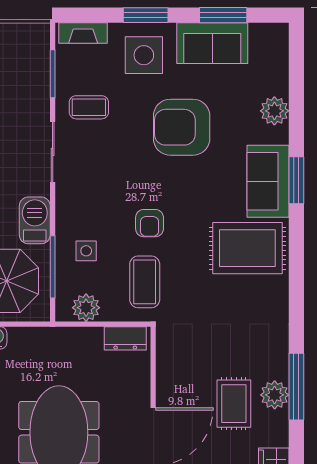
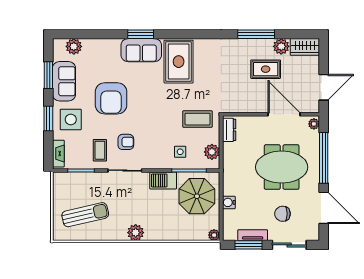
plant: (274, 111) -> (74, 46), moved
armchair: (150, 223) -> (126, 142), moved
plant: (275, 395) -> (281, 46), moved

